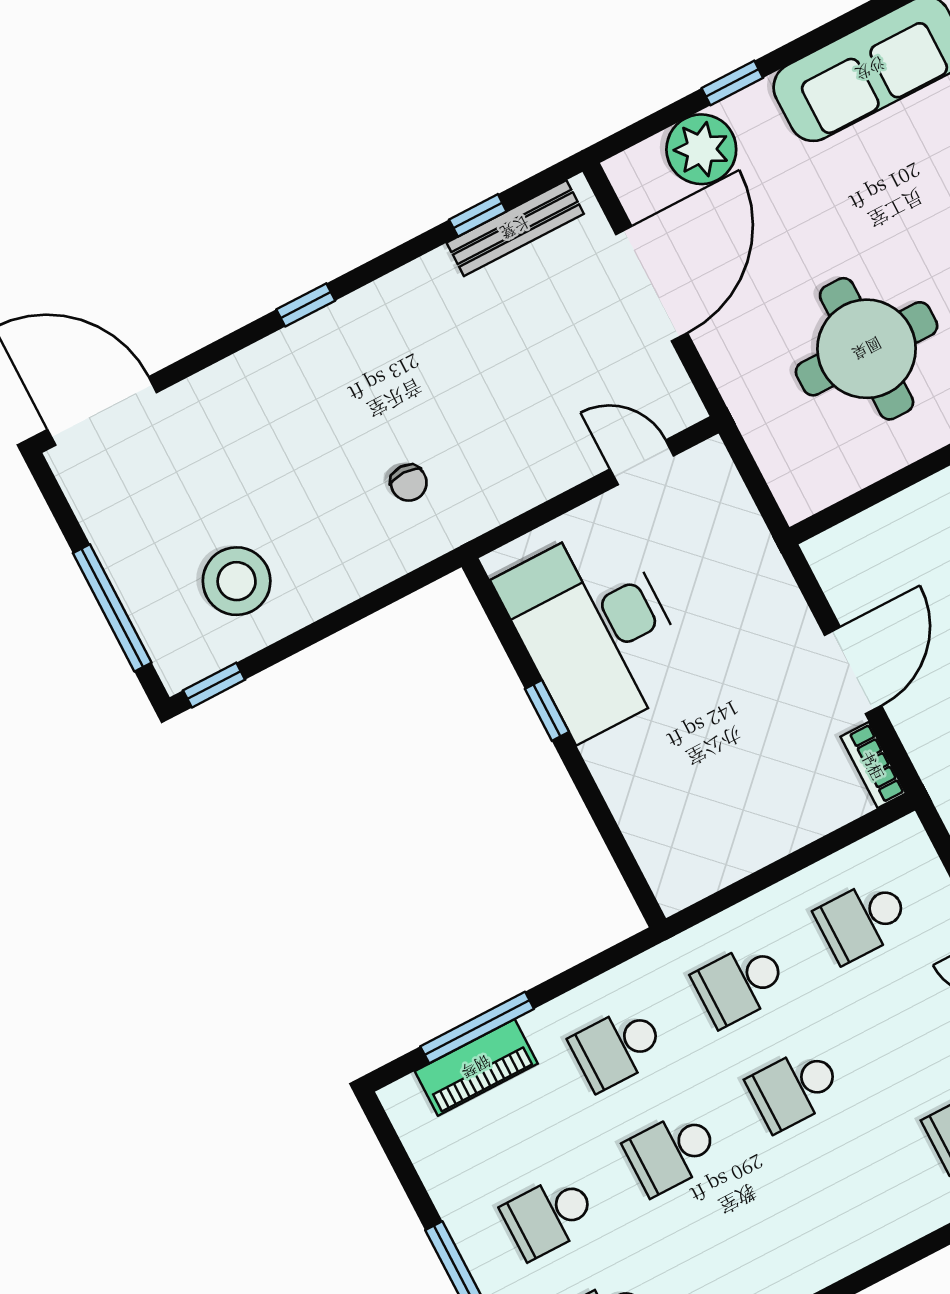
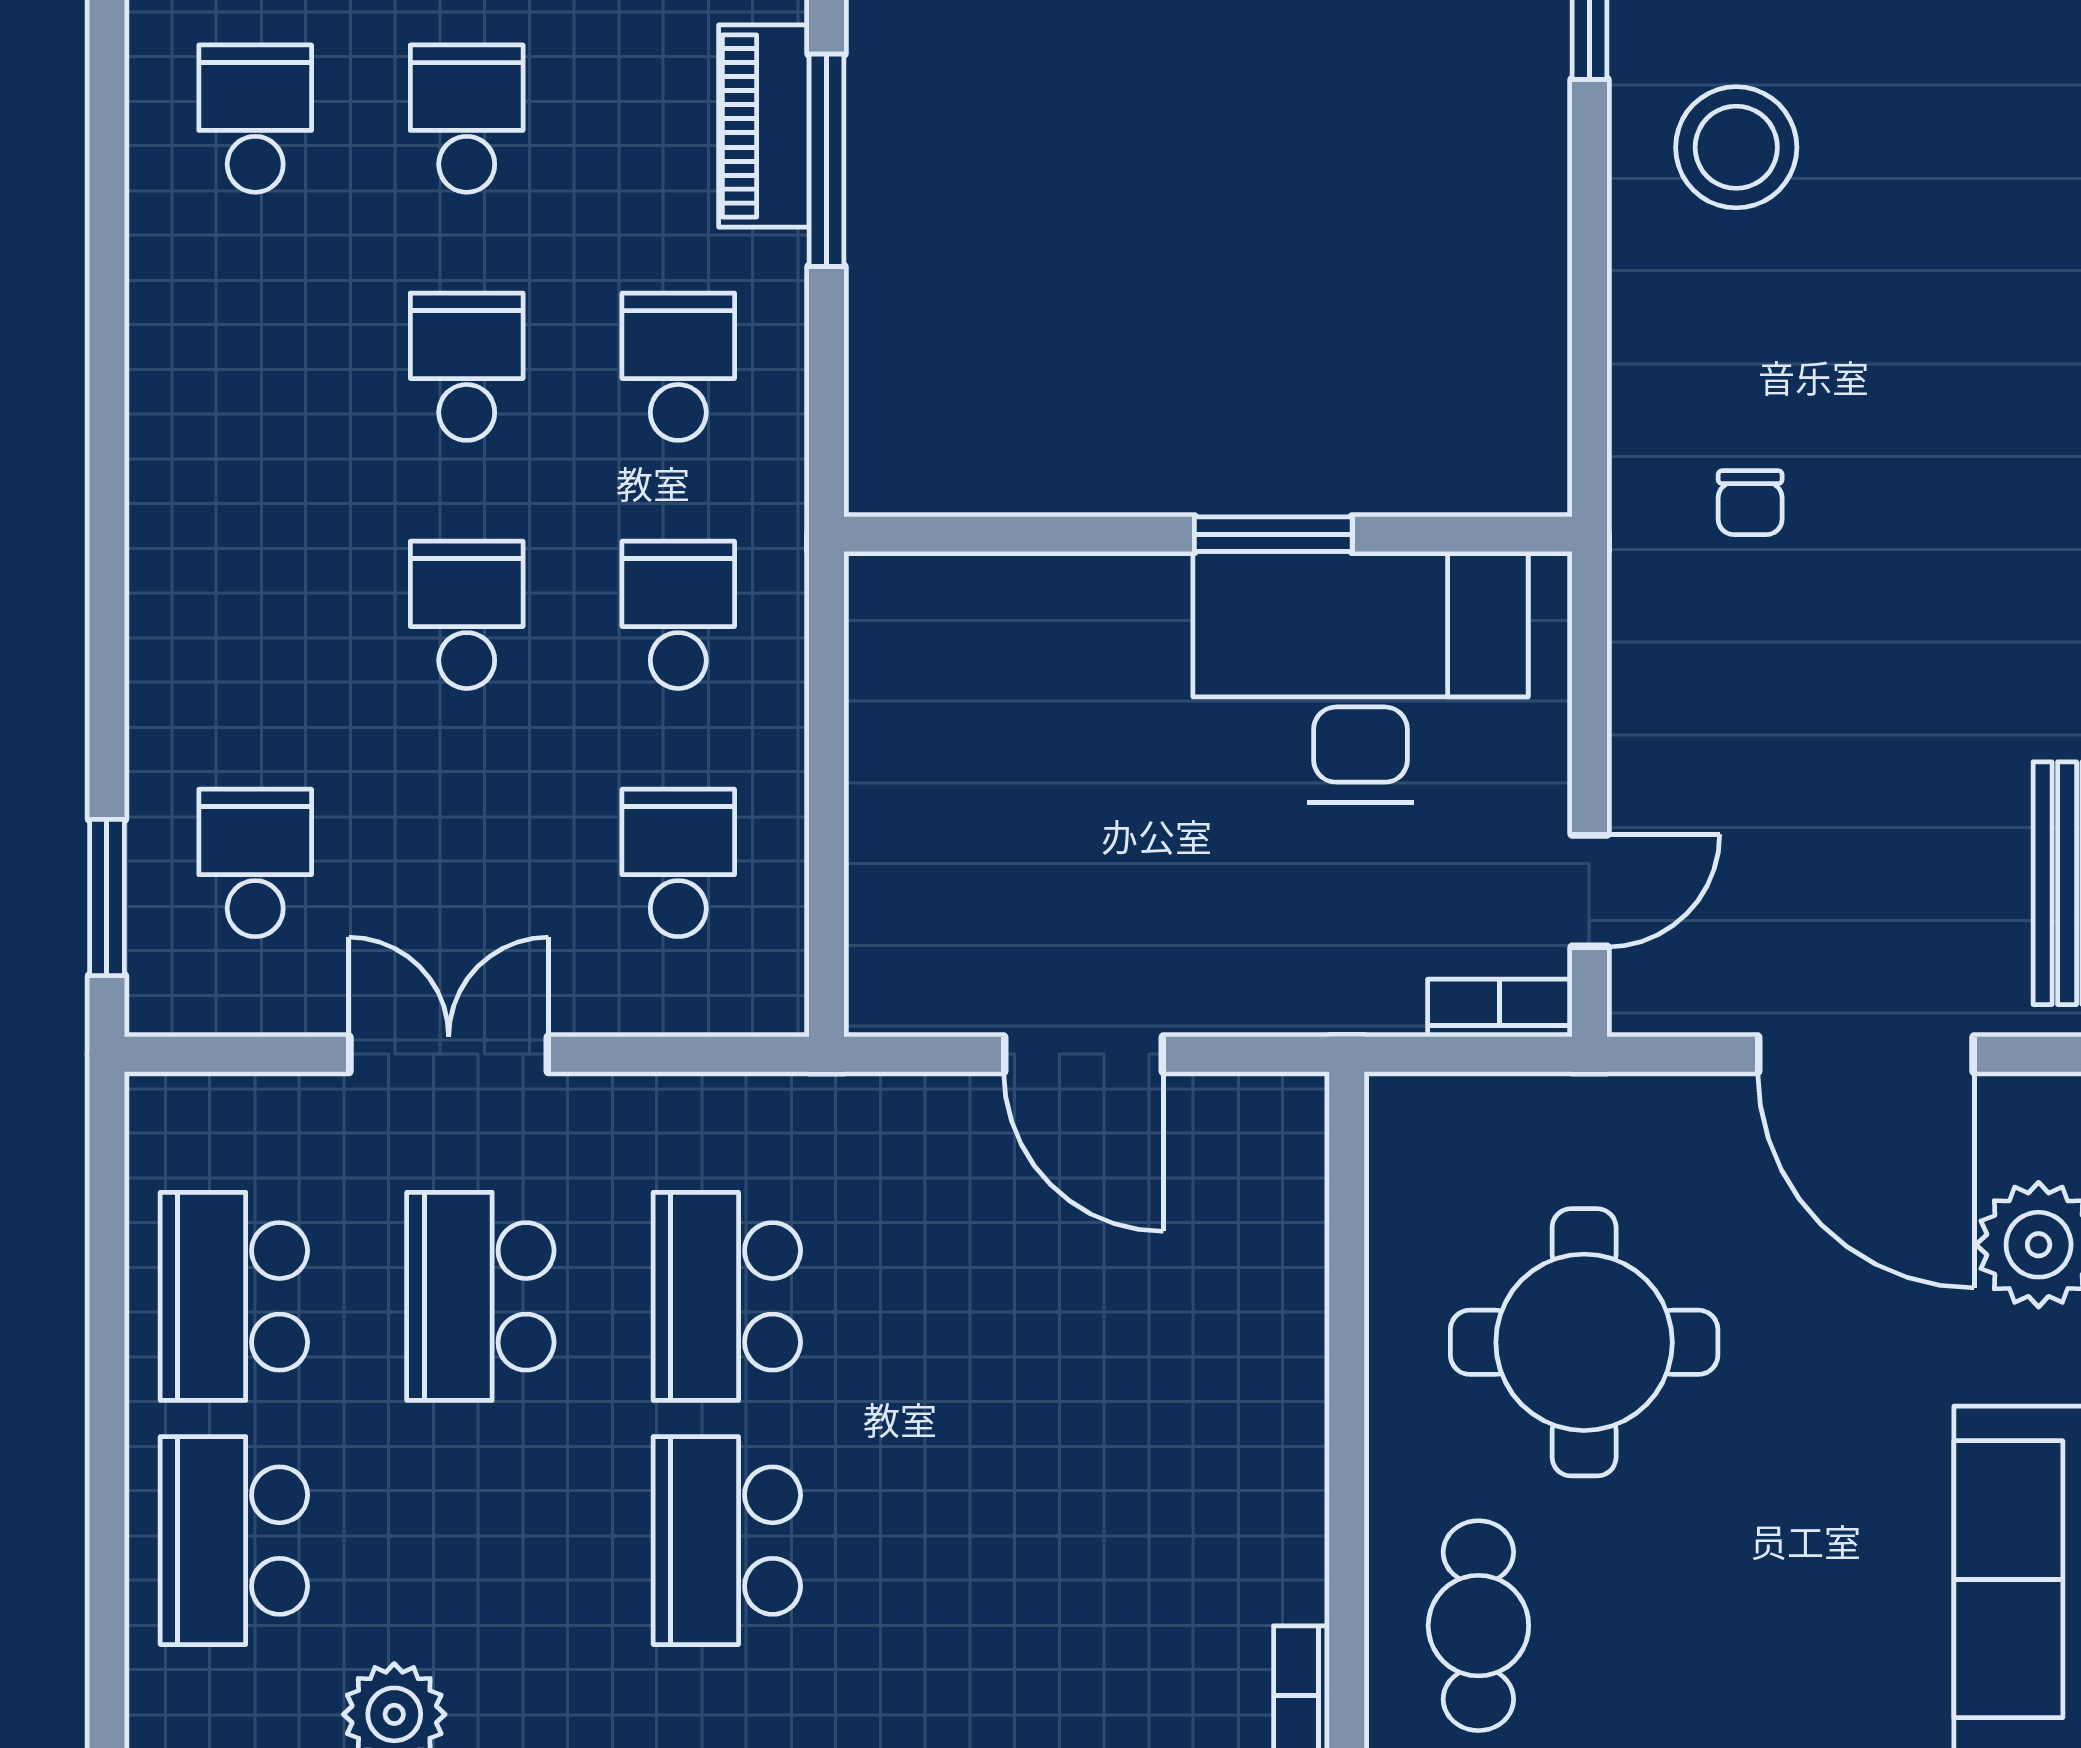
chair: (409, 483) -> (1750, 503), turned -90
window: (547, 710) -> (1273, 534), width x1.50
bookcase: (873, 765) -> (1500, 1008), moved

